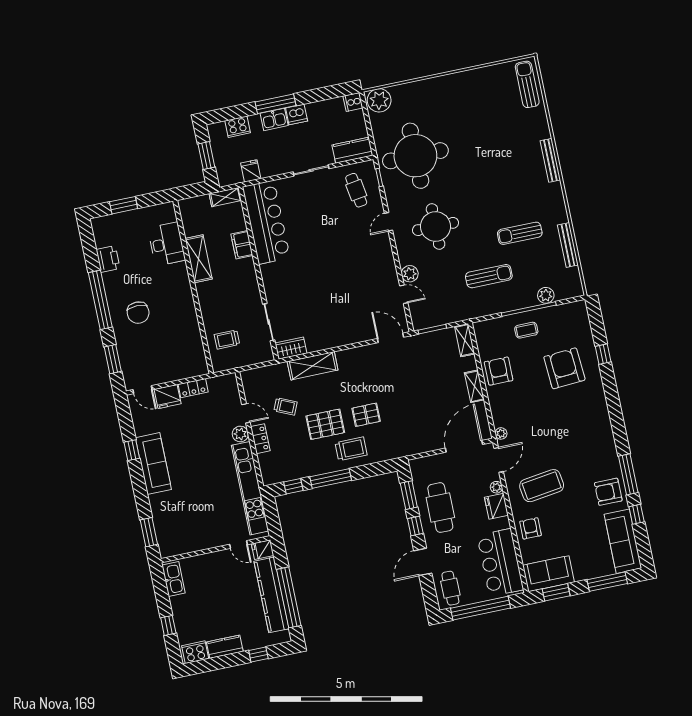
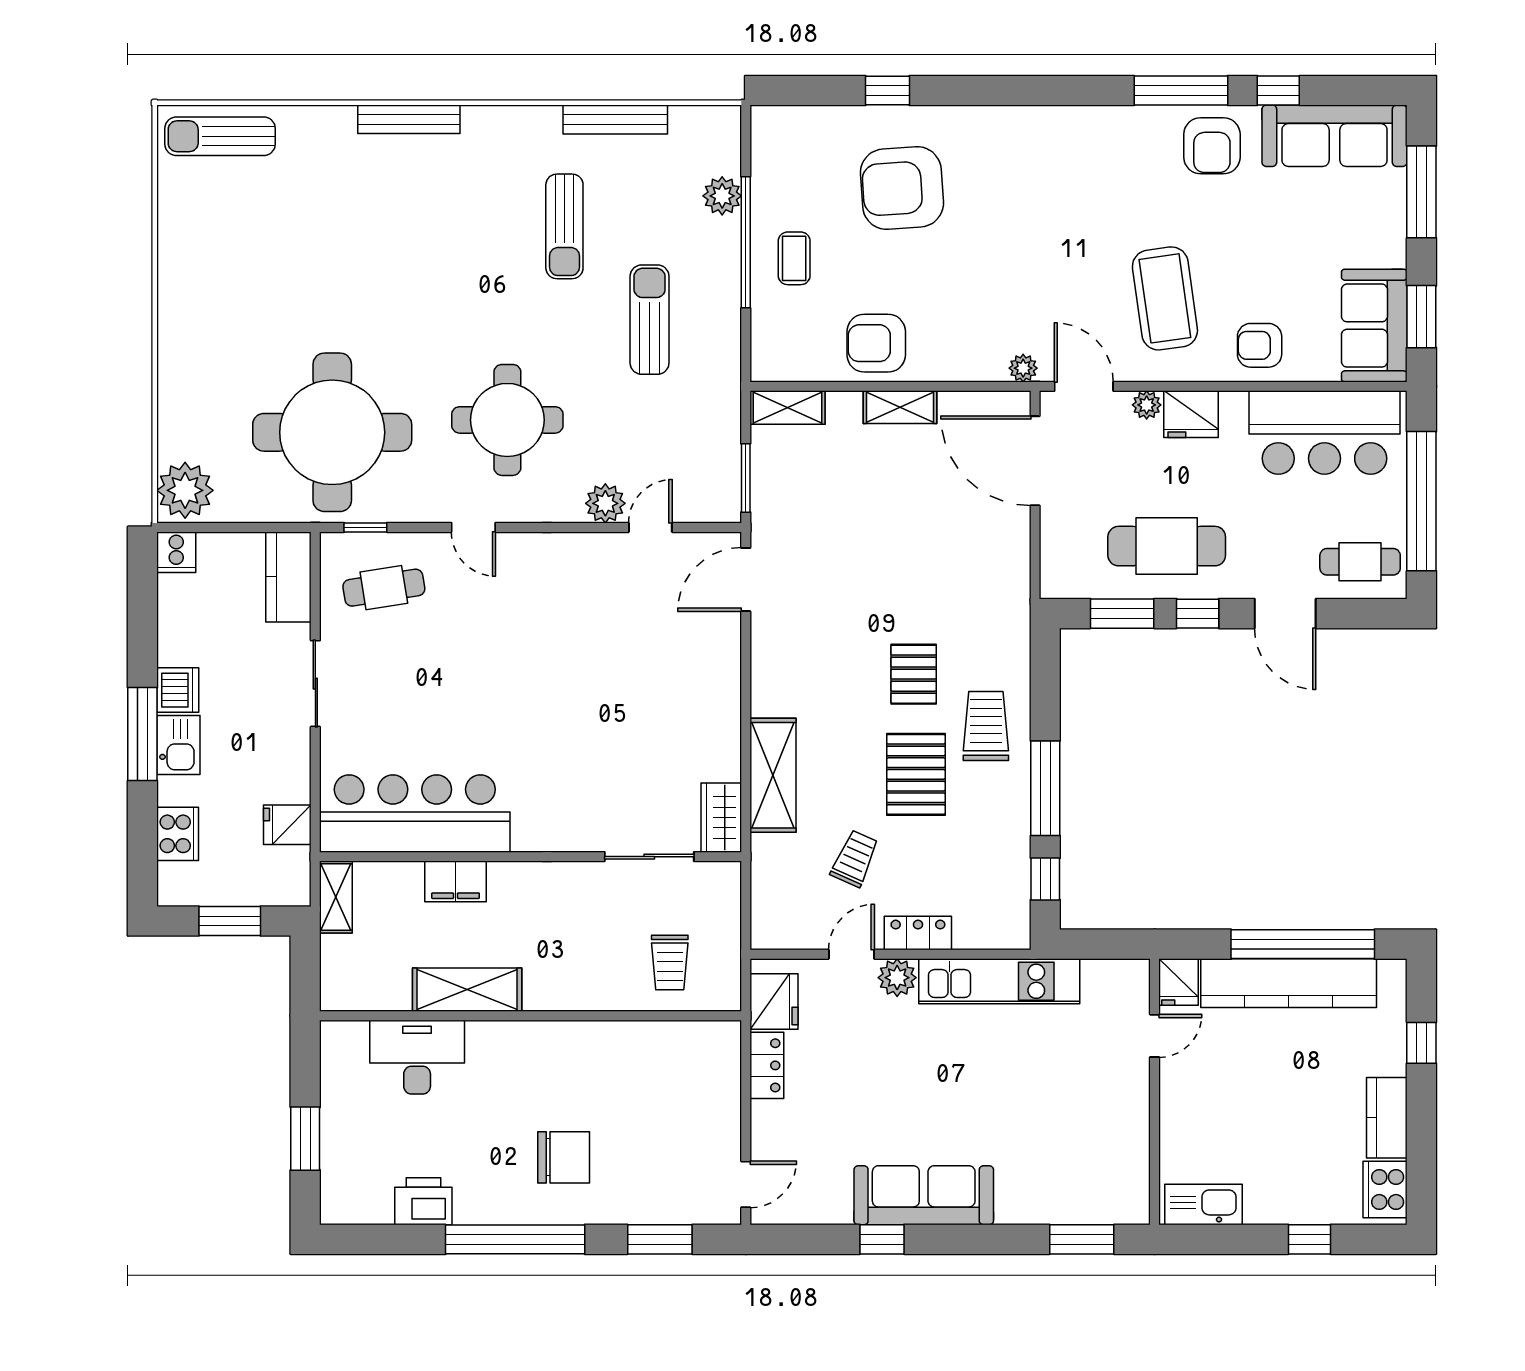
fridge: (168, 397) -> (774, 1001), moved
kitchen unit: (250, 488) -> (999, 981), width x0.73

